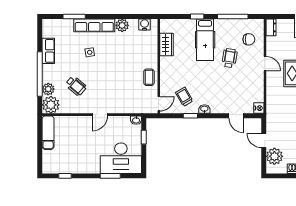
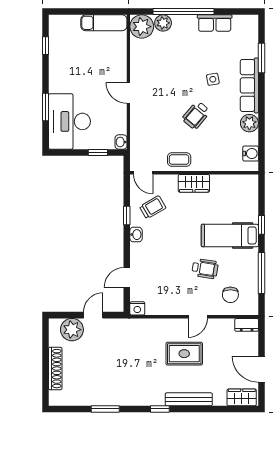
wardrobe: (167, 44) -> (194, 183), moved
wheelchair: (76, 86) -> (196, 115), moved

